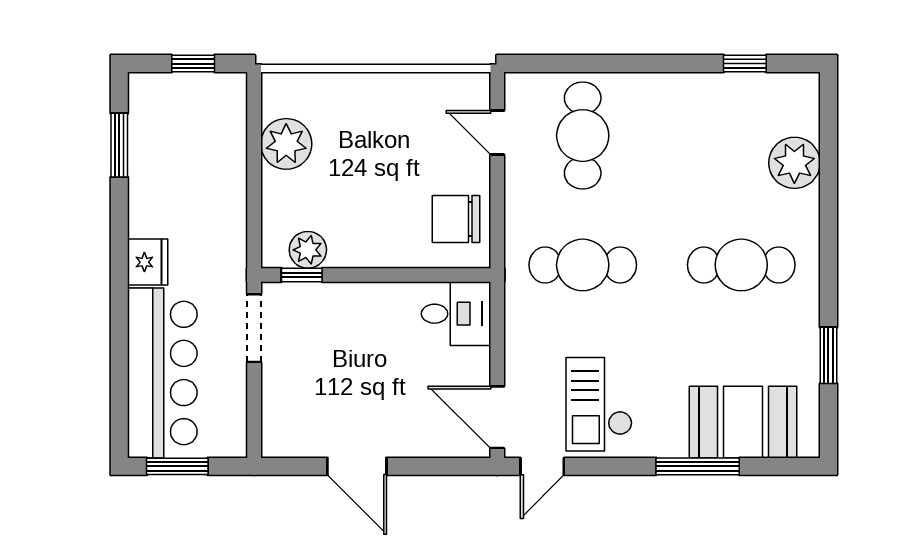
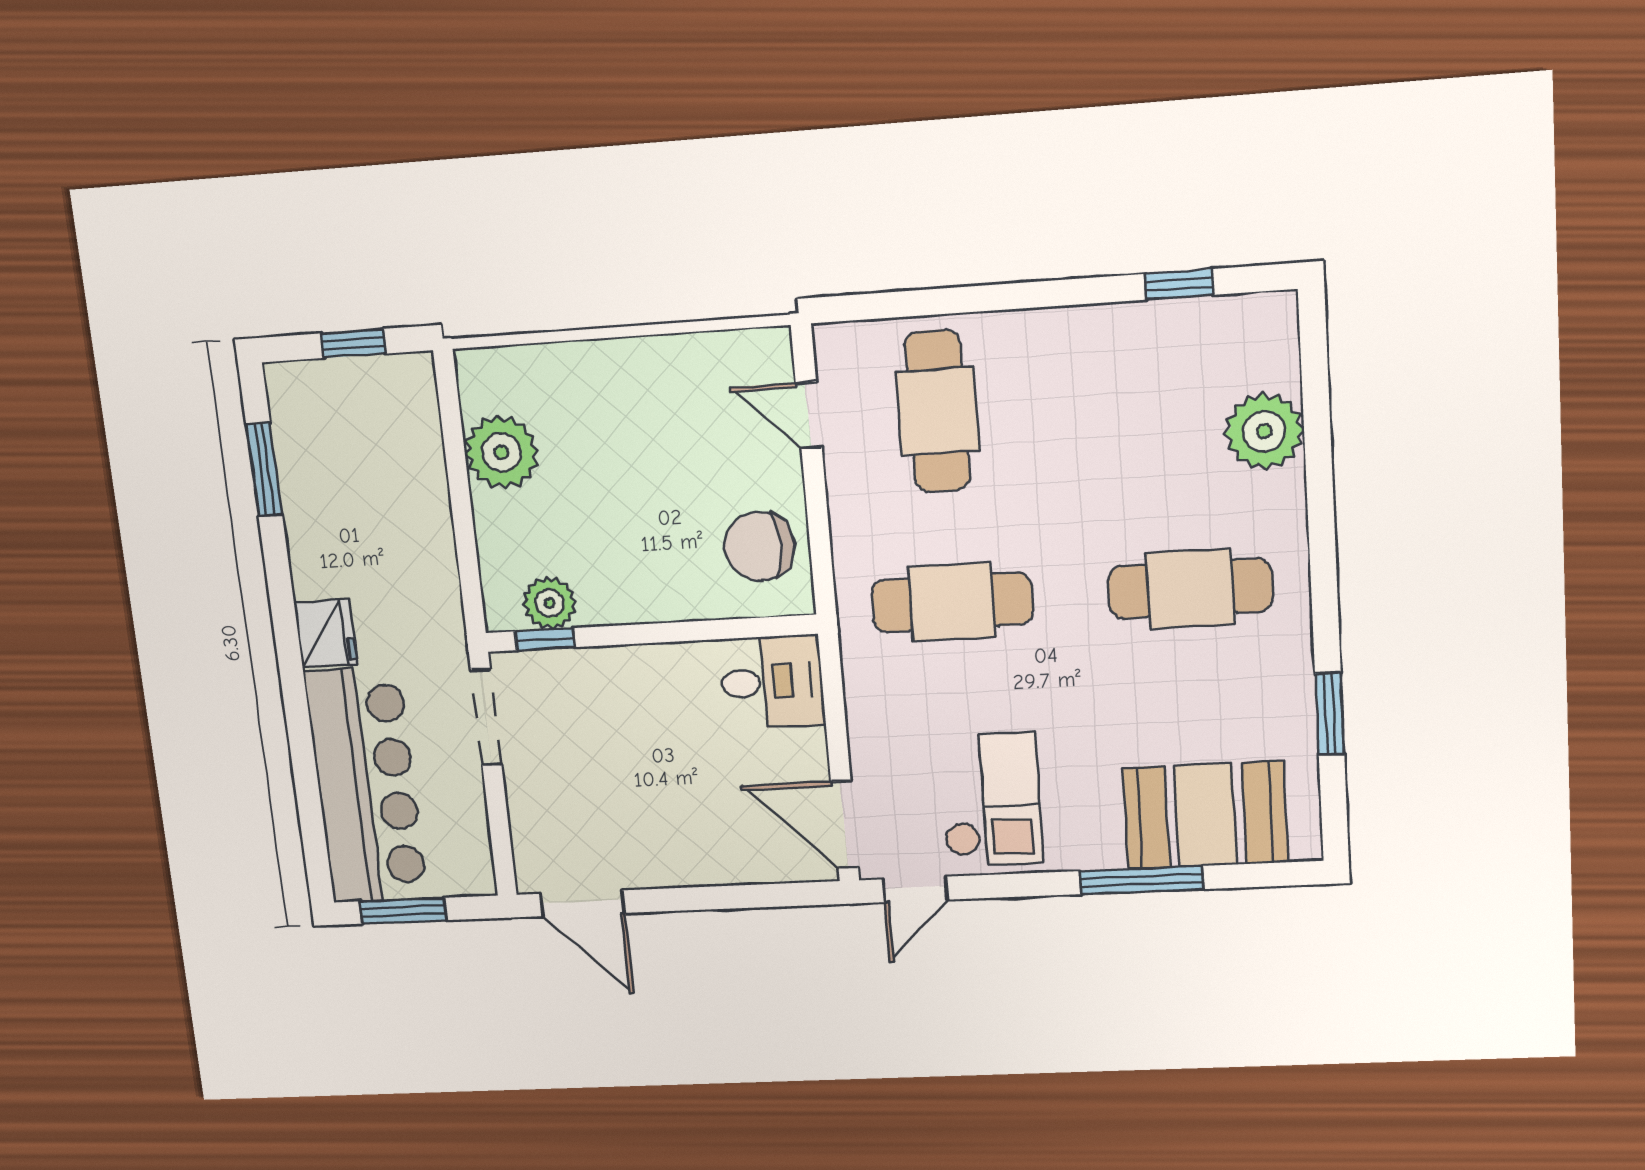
checkout: (599, 404) -> (991, 800), turned 180
door: (357, 466) -> (582, 903), moved

